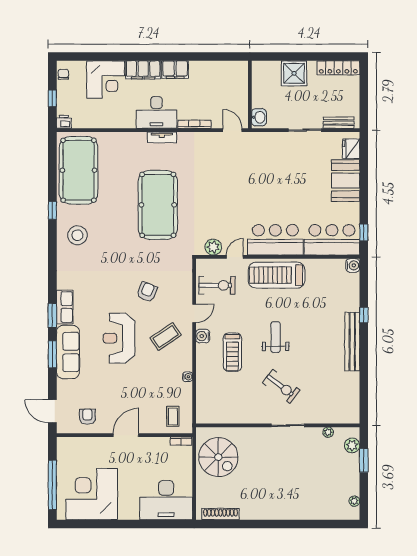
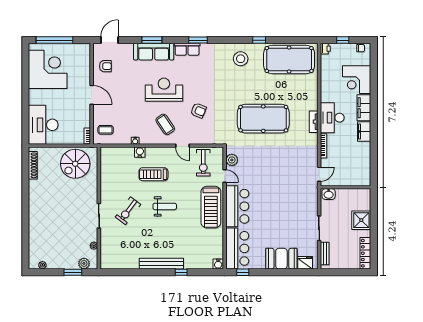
treadmill: (276, 275) -> (211, 207), turned 180
window: (52, 316) -> (198, 40), moved
water cooler: (203, 336) -> (140, 152), moved

